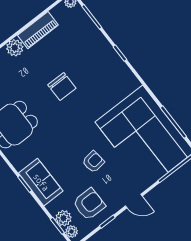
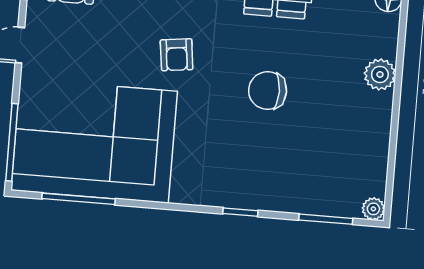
piano: (38, 30) -> (375, 128), removed
armchair: (93, 162) -> (177, 55), moved

